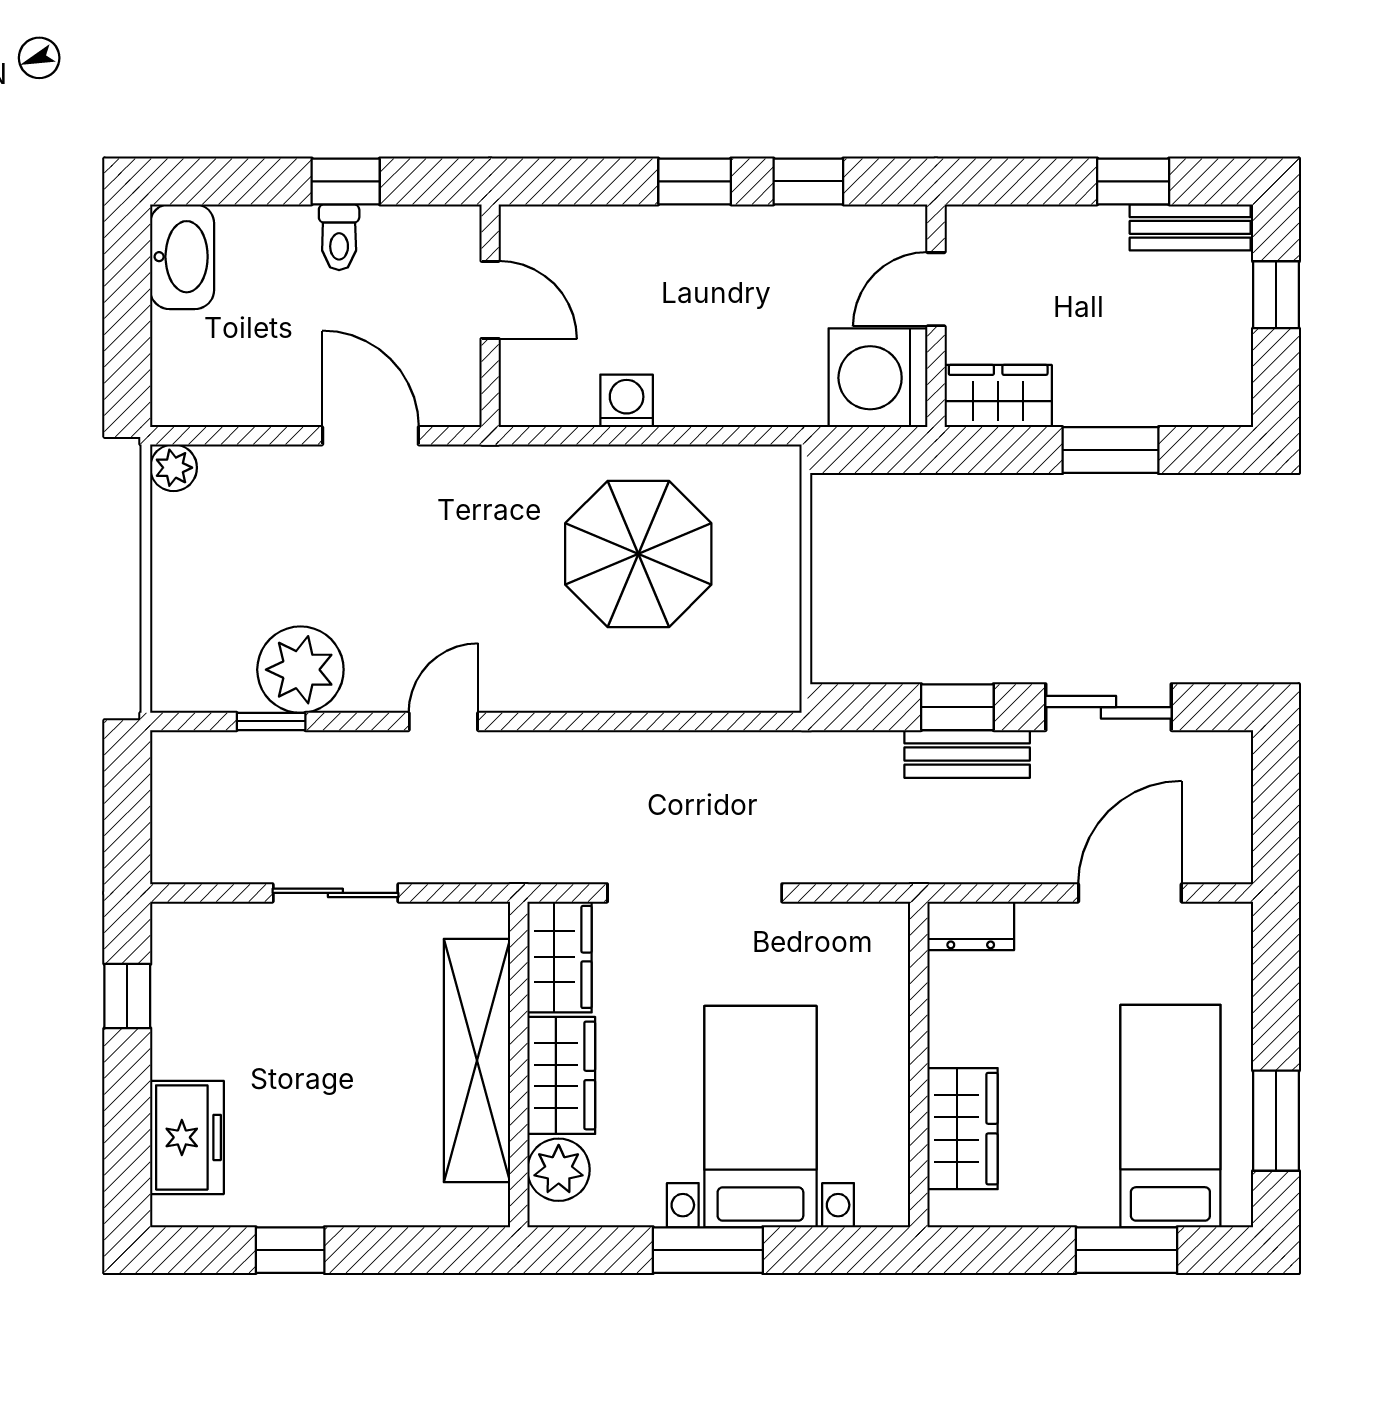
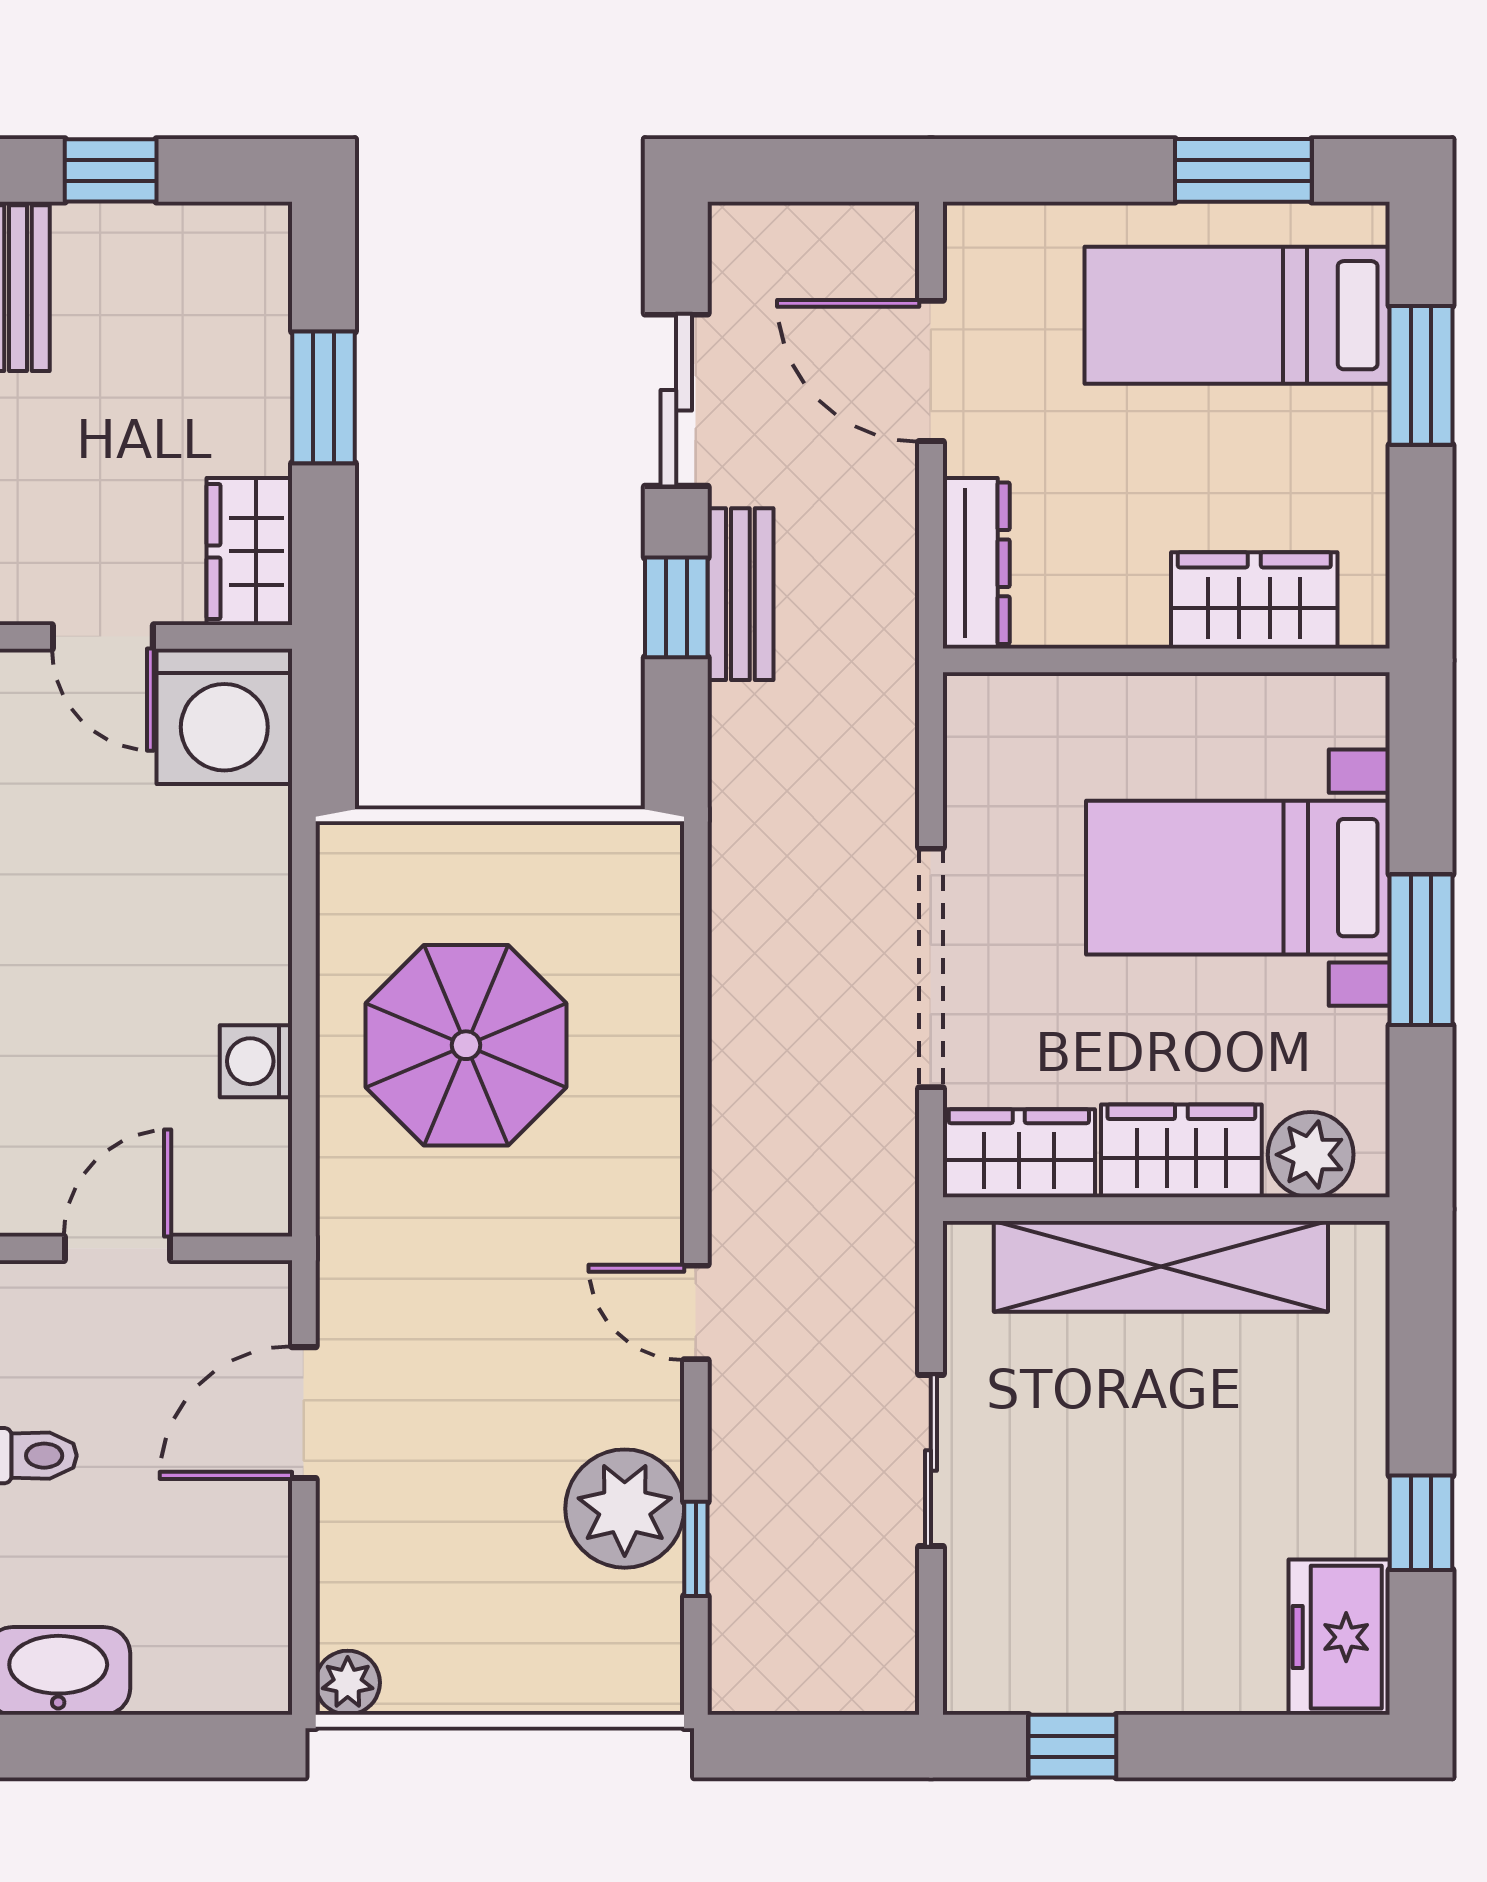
dresser: (971, 926) -> (976, 563), width x1.44
freezer: (187, 1137) -> (1339, 1637), moved, turned -90

